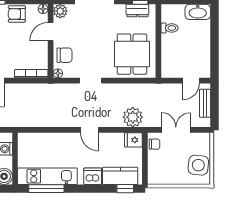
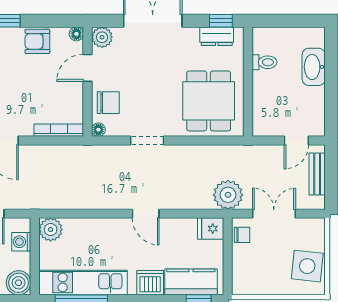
washbasin: (198, 12) -> (314, 67), moved, turned 90
plant: (133, 117) -> (228, 195), moved
plant: (26, 141) -> (51, 230), added

